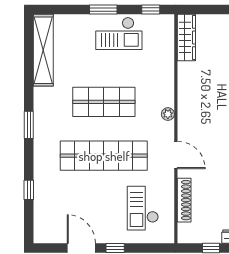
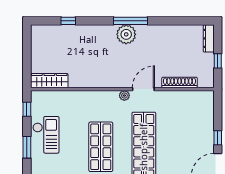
plant: (168, 114) -> (124, 95), moved
checkout: (143, 208) -> (186, 116), removed

